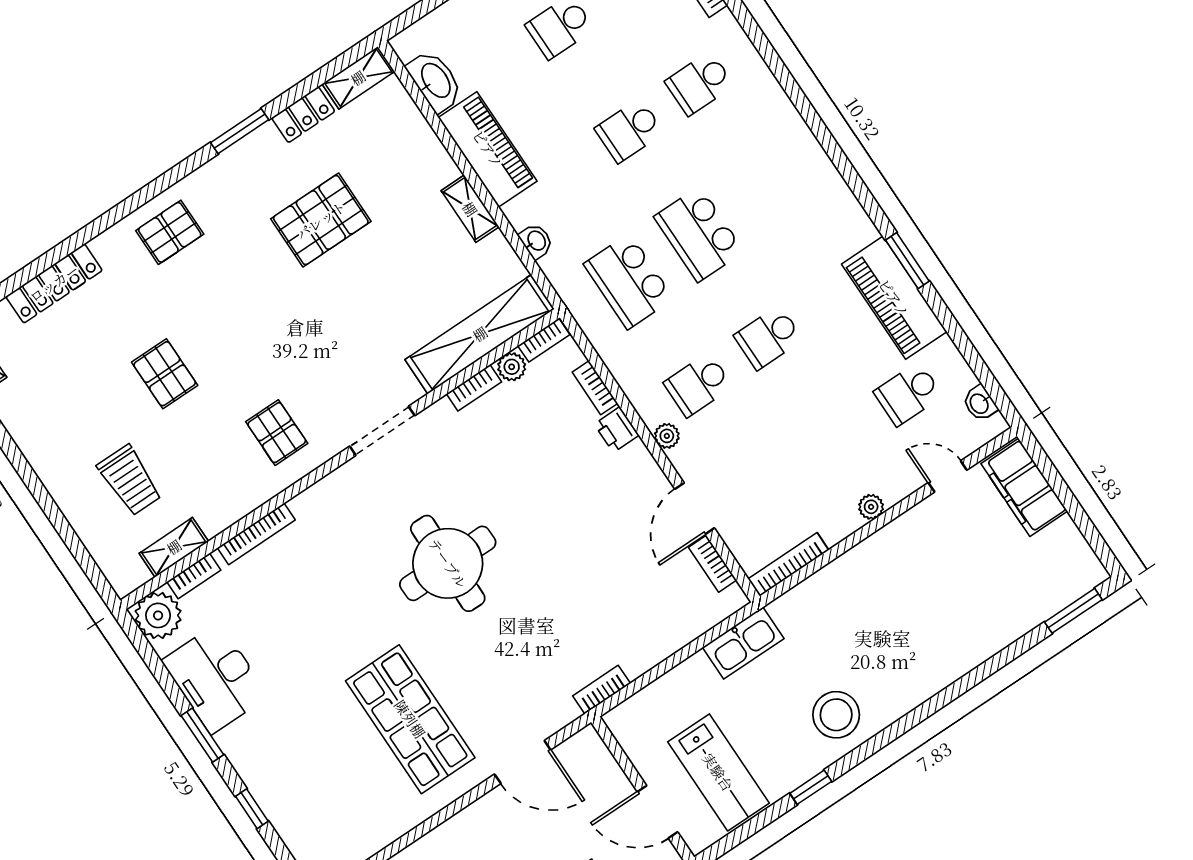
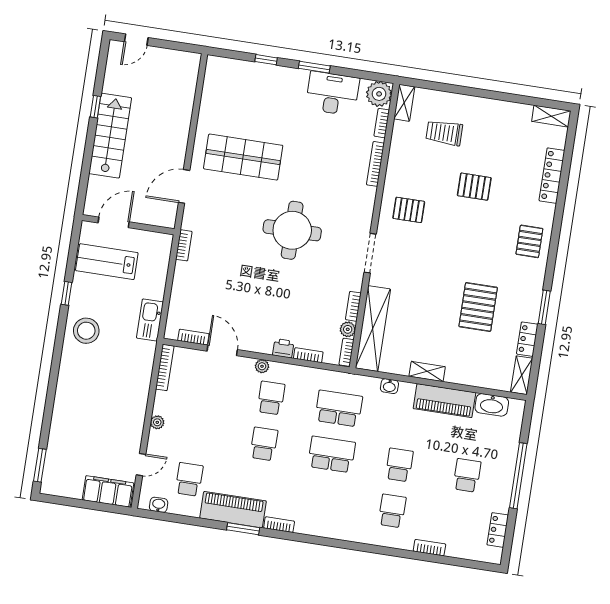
bookcase: (858, 218) -> (279, 525), added
shelving: (174, 547) -> (404, 103), moved

